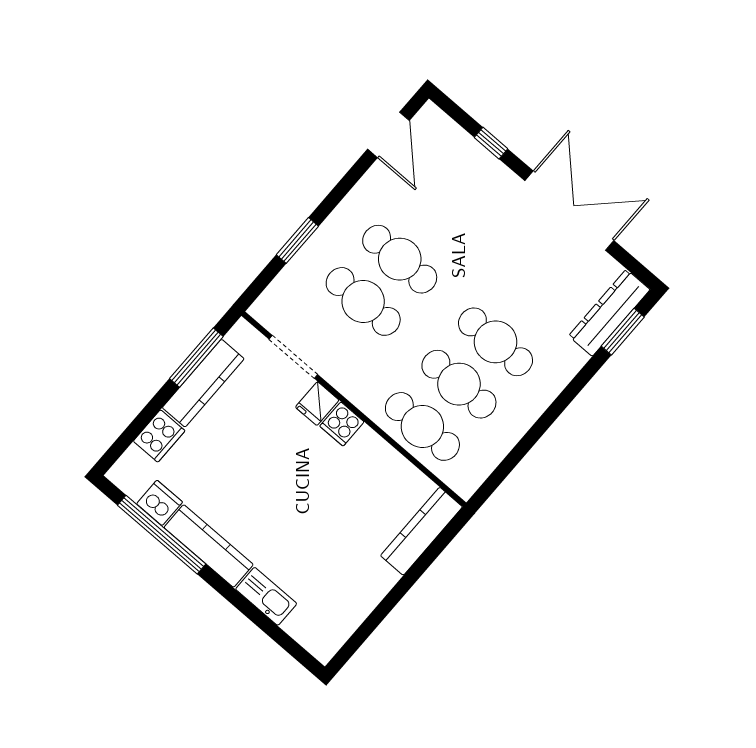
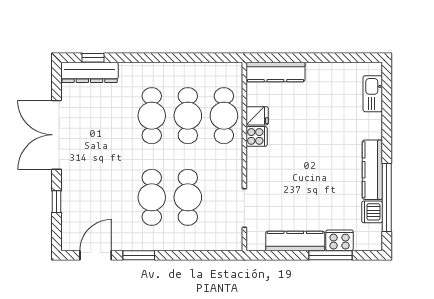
window: (297, 240) -> (139, 255), moved
window: (623, 332) -> (93, 58), width x0.67
window: (196, 358) -> (330, 255), moved
fridge: (317, 404) -> (257, 116), moved
cooker: (342, 424) -> (257, 136), moved
kitchen sink: (266, 596) -> (373, 94), moved

